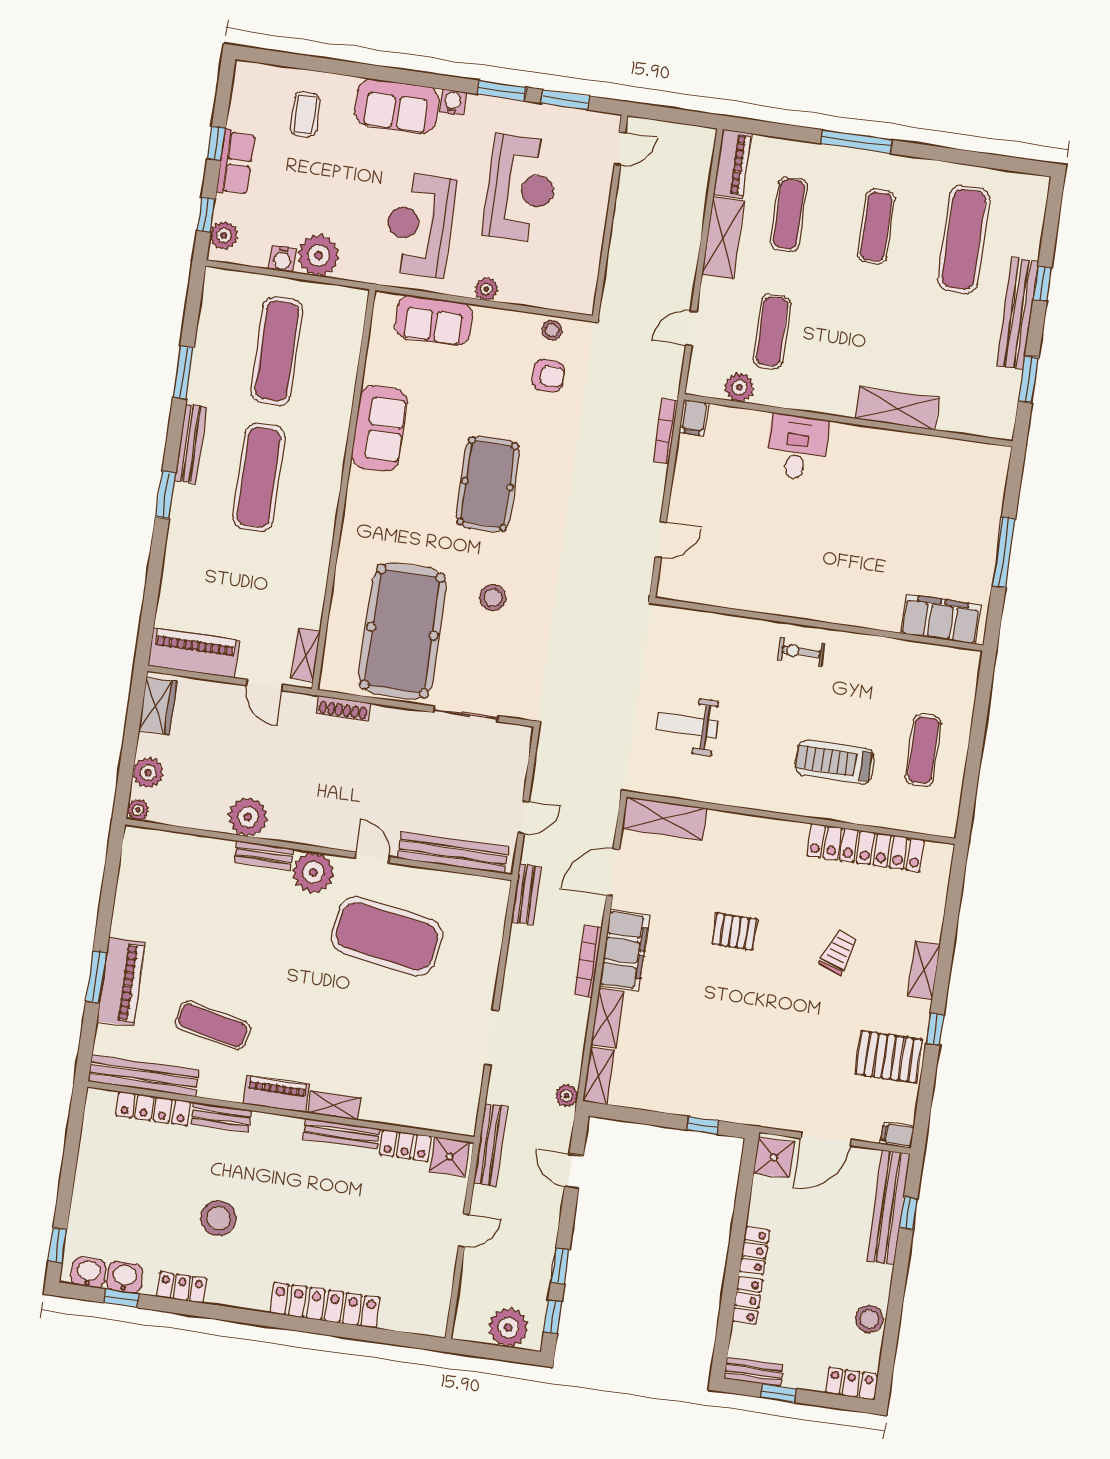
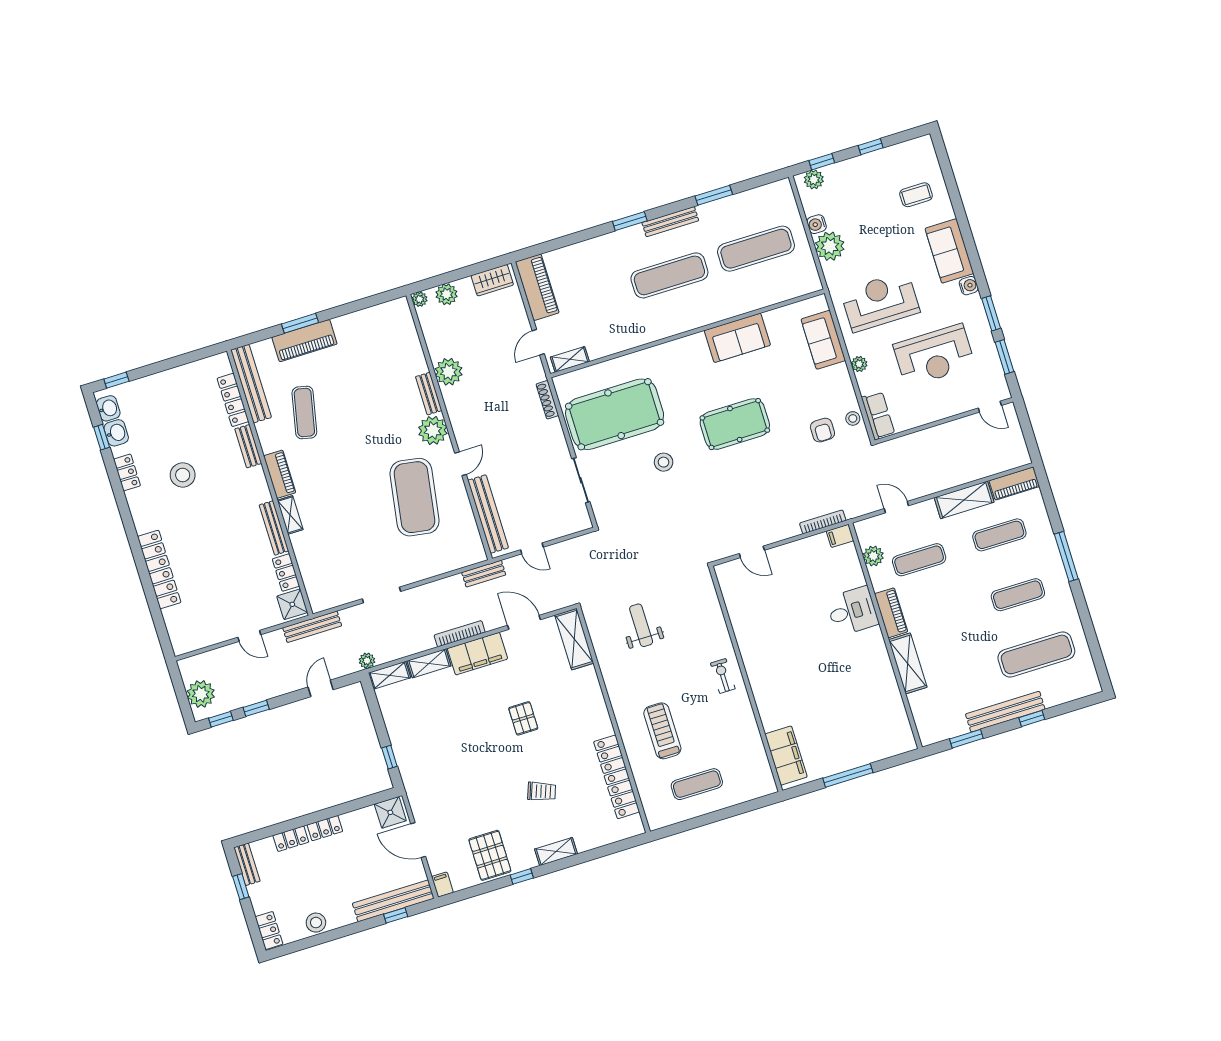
row of seats: (236, 162) -> (878, 416), moved, turned -90
piano: (823, 399) -> (891, 613), added

